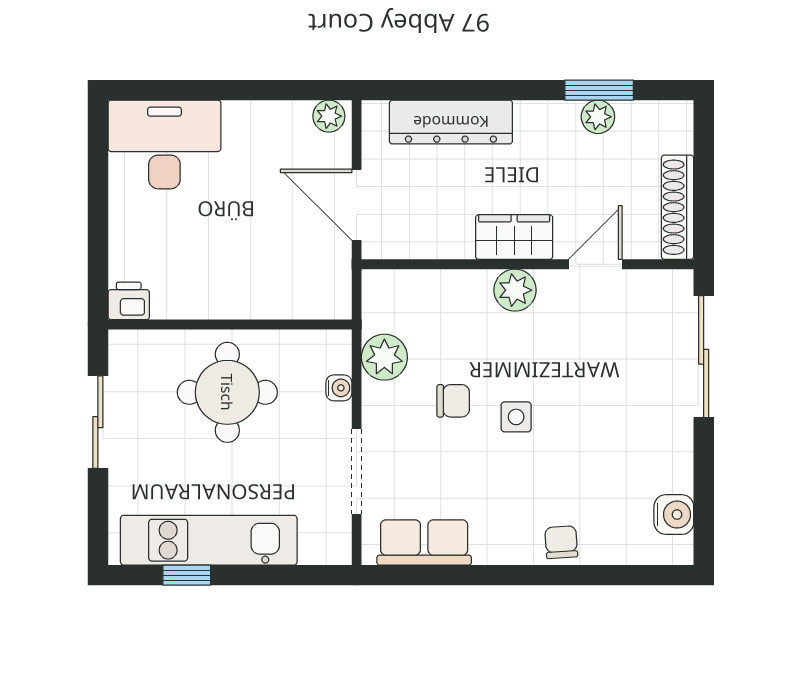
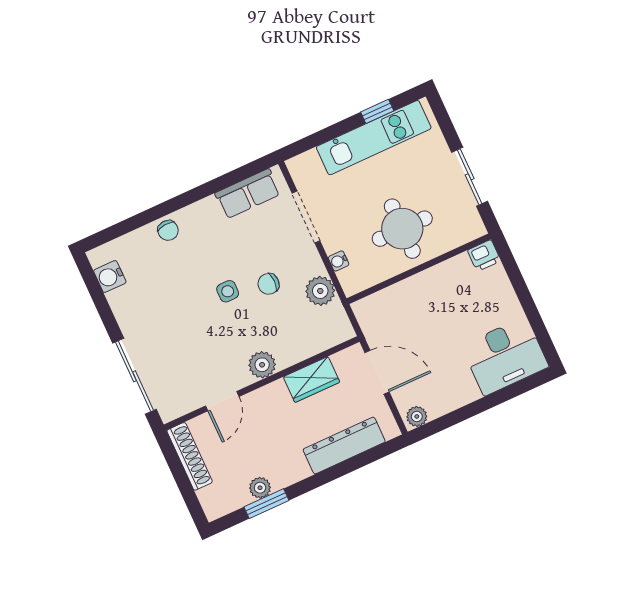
wardrobe: (514, 237) -> (311, 380), moved

